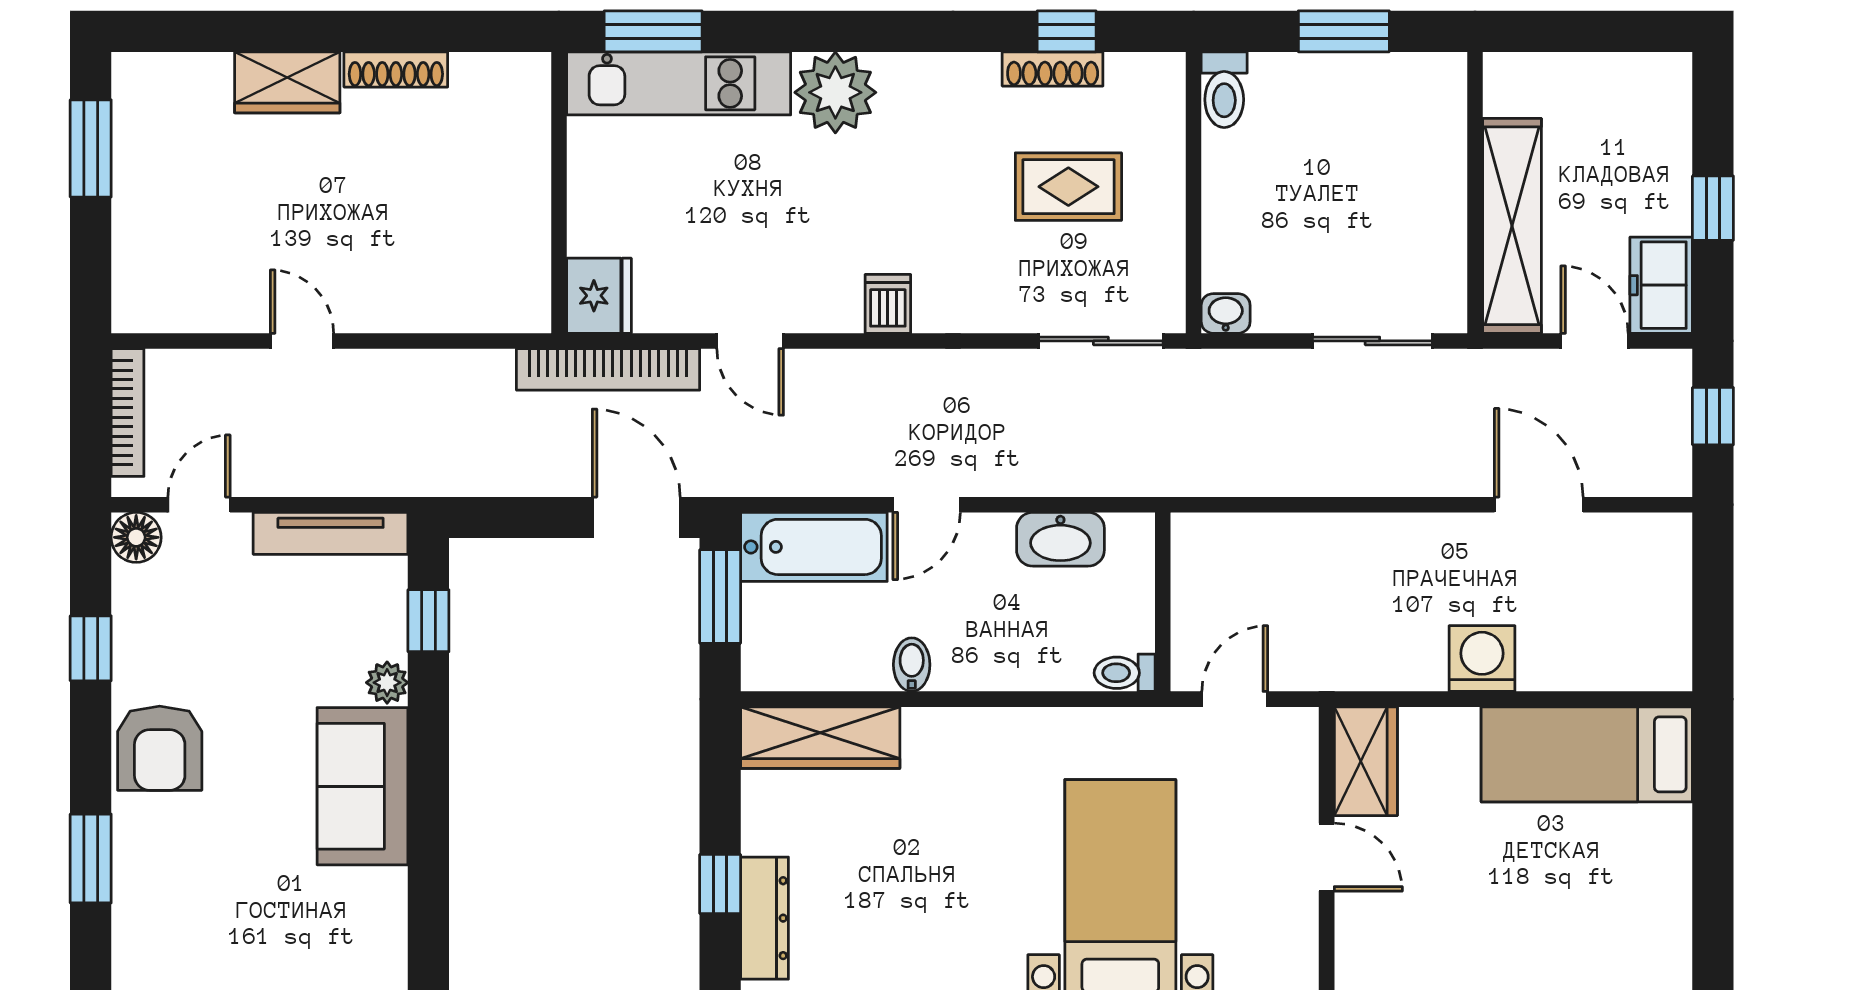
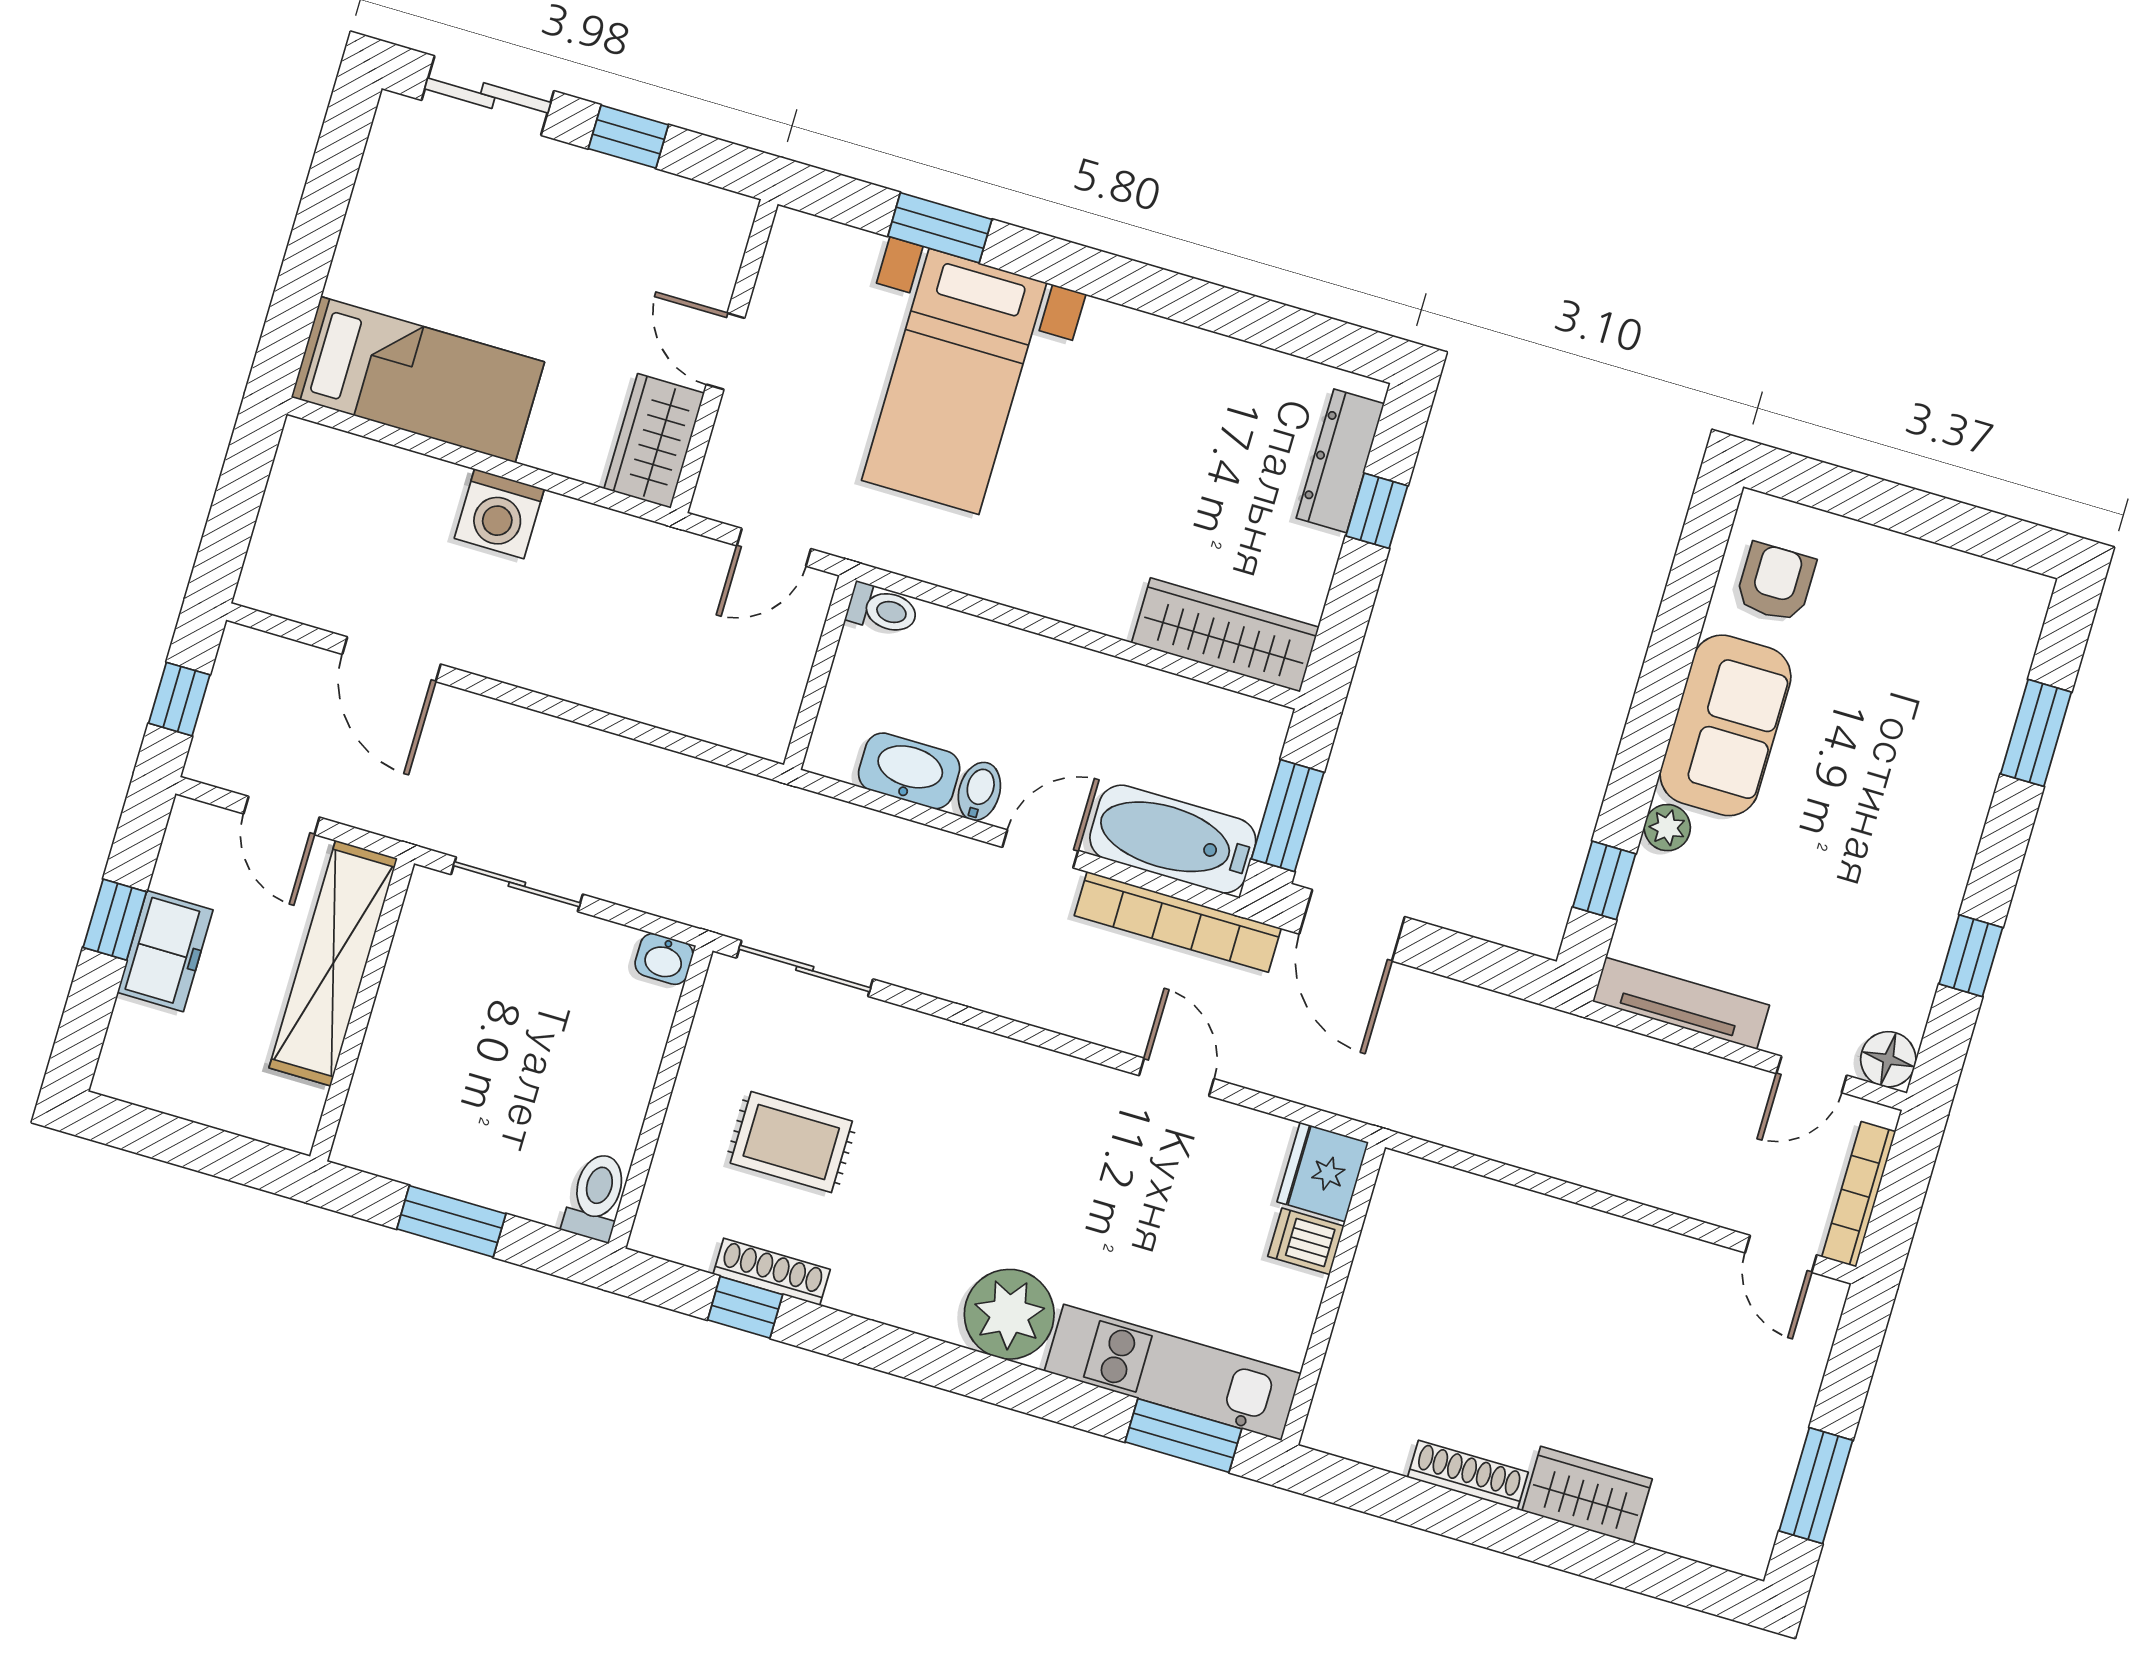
freezer: (1661, 285) -> (165, 951), moved
dishwasher: (888, 304) -> (1306, 1241), moved, turned 90
door: (302, 341) -> (1781, 1254), moved
bookcase: (608, 369) -> (1178, 922), moved, turned 180
bidet: (912, 665) -> (979, 791), moved, turned 180
armchair: (160, 748) -> (1775, 582), moved, width x0.72, depth x0.72

